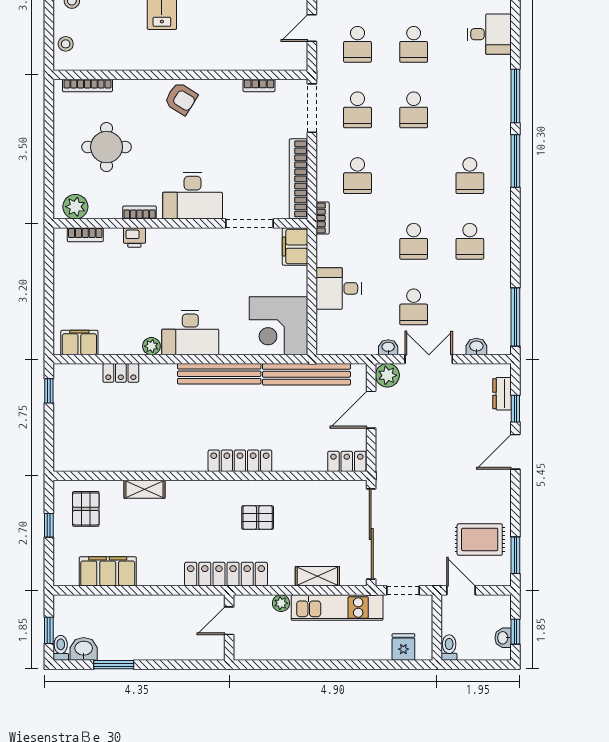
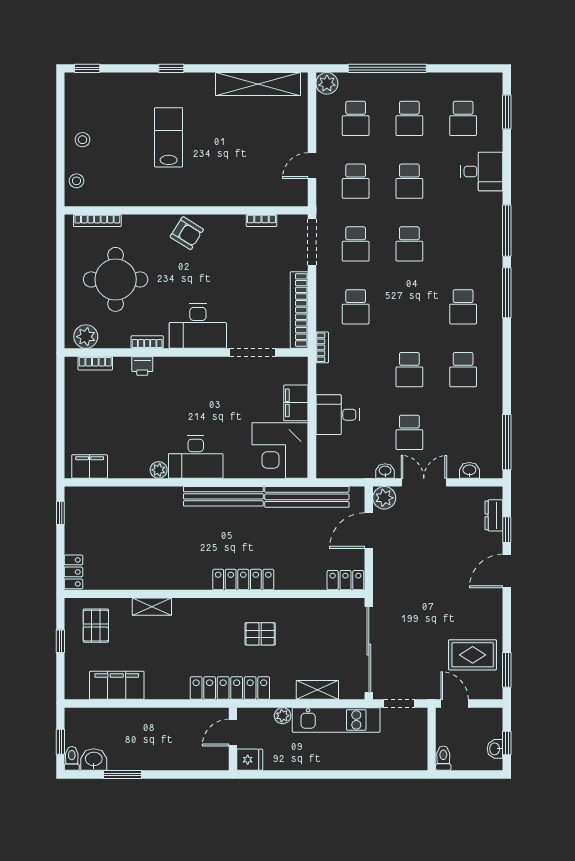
round table: (107, 147) -> (116, 279), width x1.36, depth x1.36
filing cabinet: (295, 247) -> (296, 403), moved
locker: (121, 373) -> (74, 572), moved, turned -90
fridge: (403, 647) -> (250, 760), moved, turned 90

